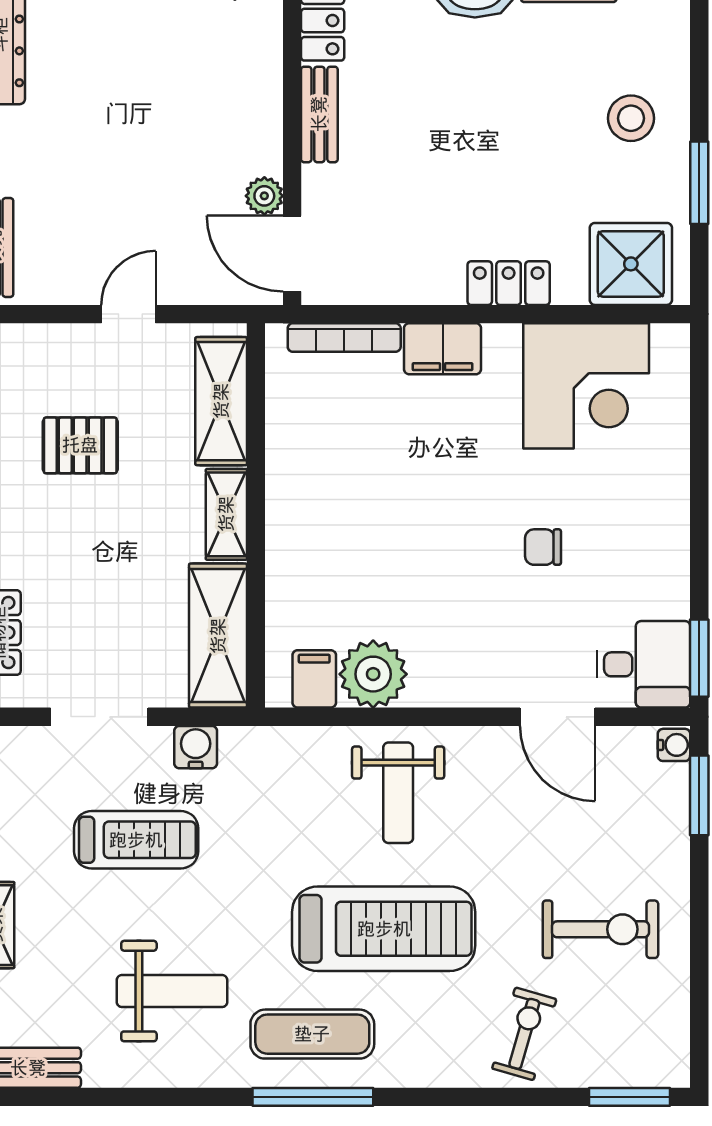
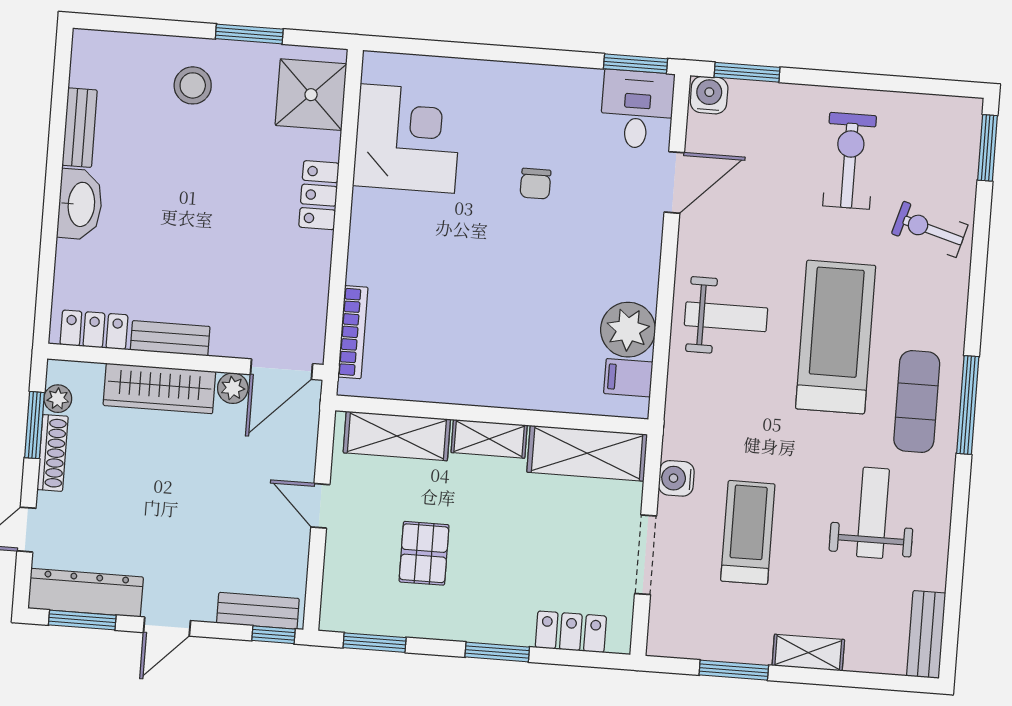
wardrobe: (257, 106) -> (159, 388), added
filing cabinet: (443, 349) -> (368, 253), removed
water cooler: (674, 745) -> (709, 95), width x1.38, depth x1.38

